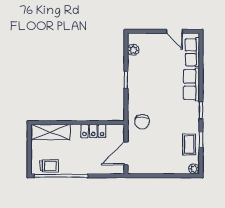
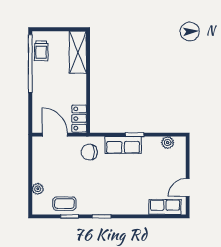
row of seats: (191, 85) -> (123, 145), moved, turned 180
locker: (93, 131) -> (79, 119), moved
plant: (194, 169) -> (38, 189), moved

